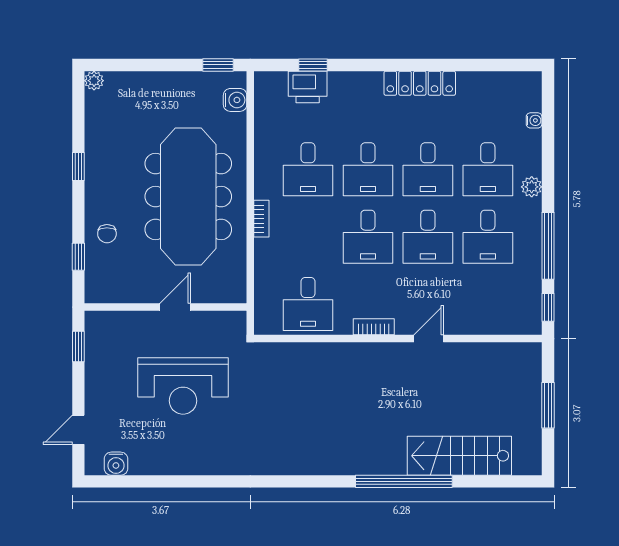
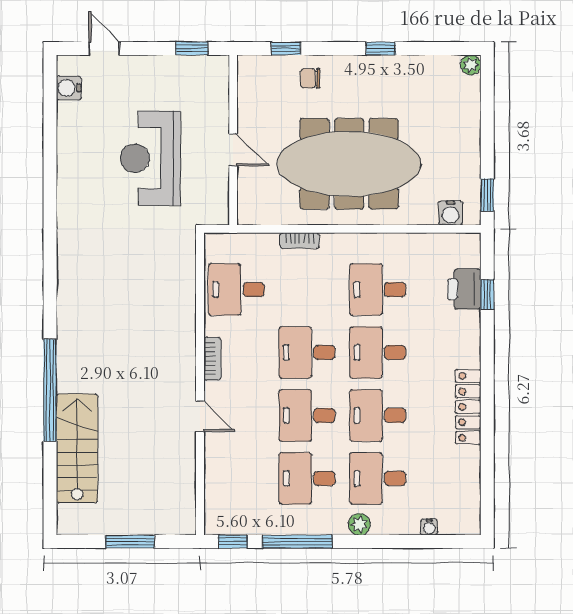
bookcase: (261, 219) -> (300, 241), moved

